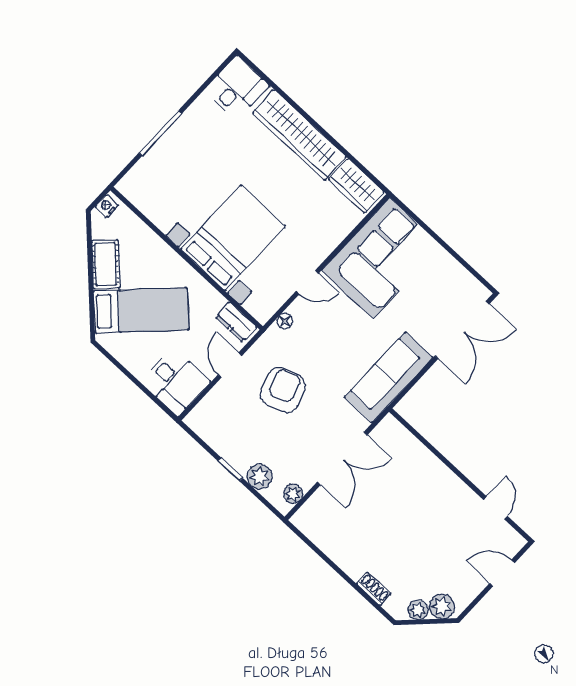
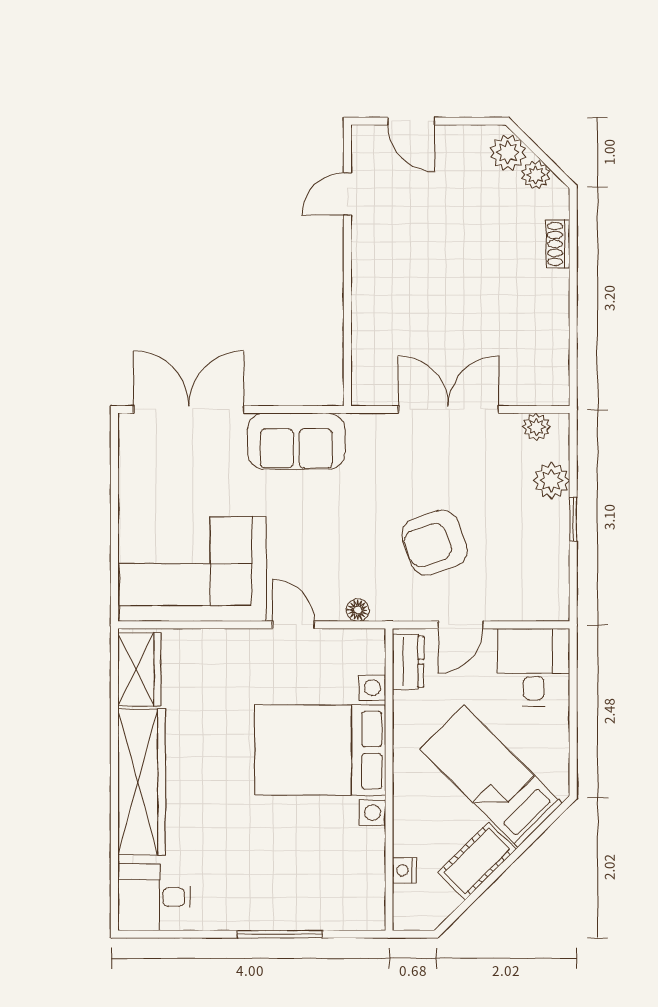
nightstand: (107, 206) -> (404, 870), moved, turned 90
sofa: (389, 377) -> (296, 441), width x0.73

